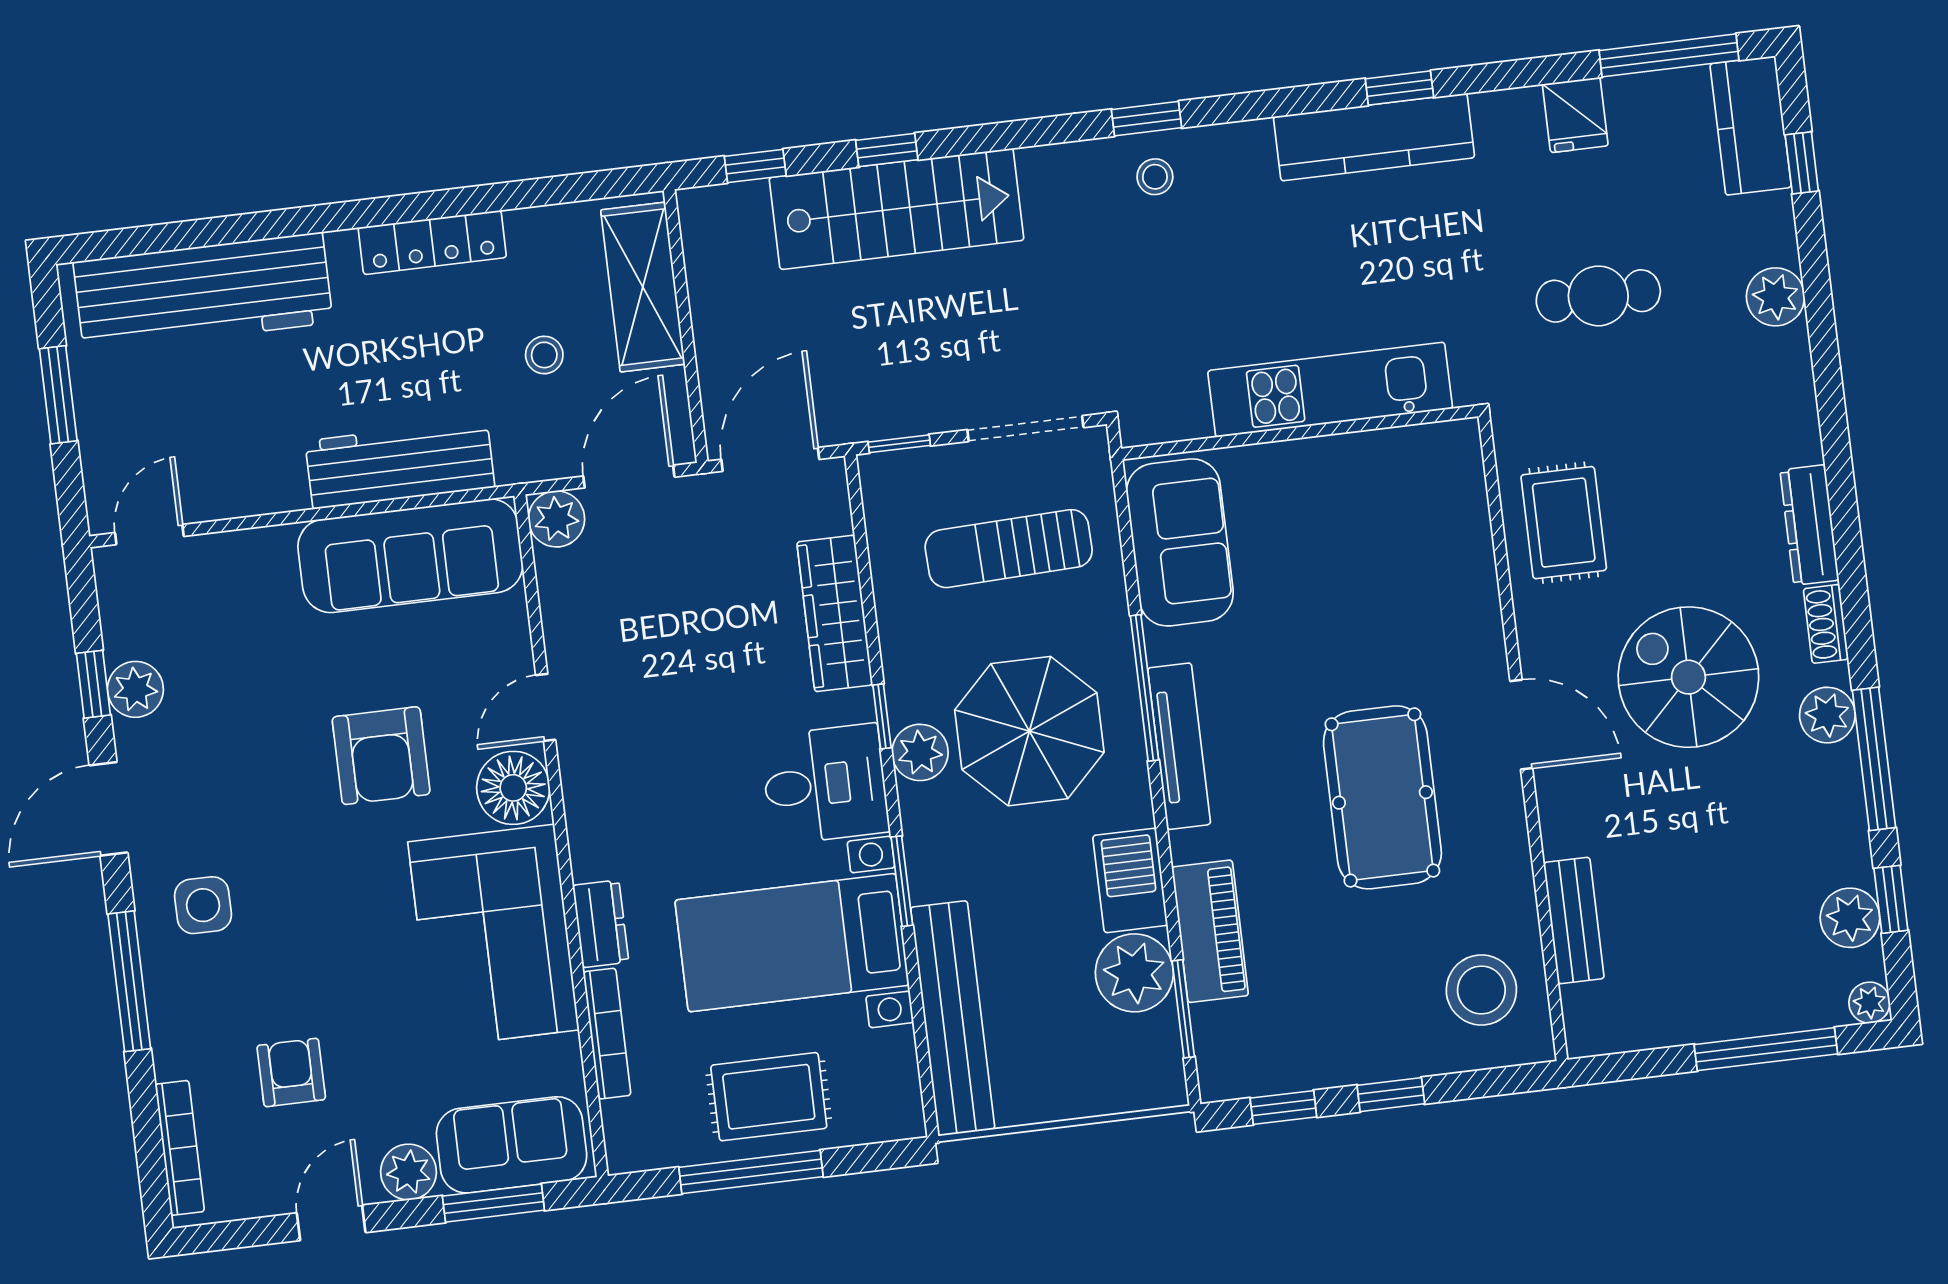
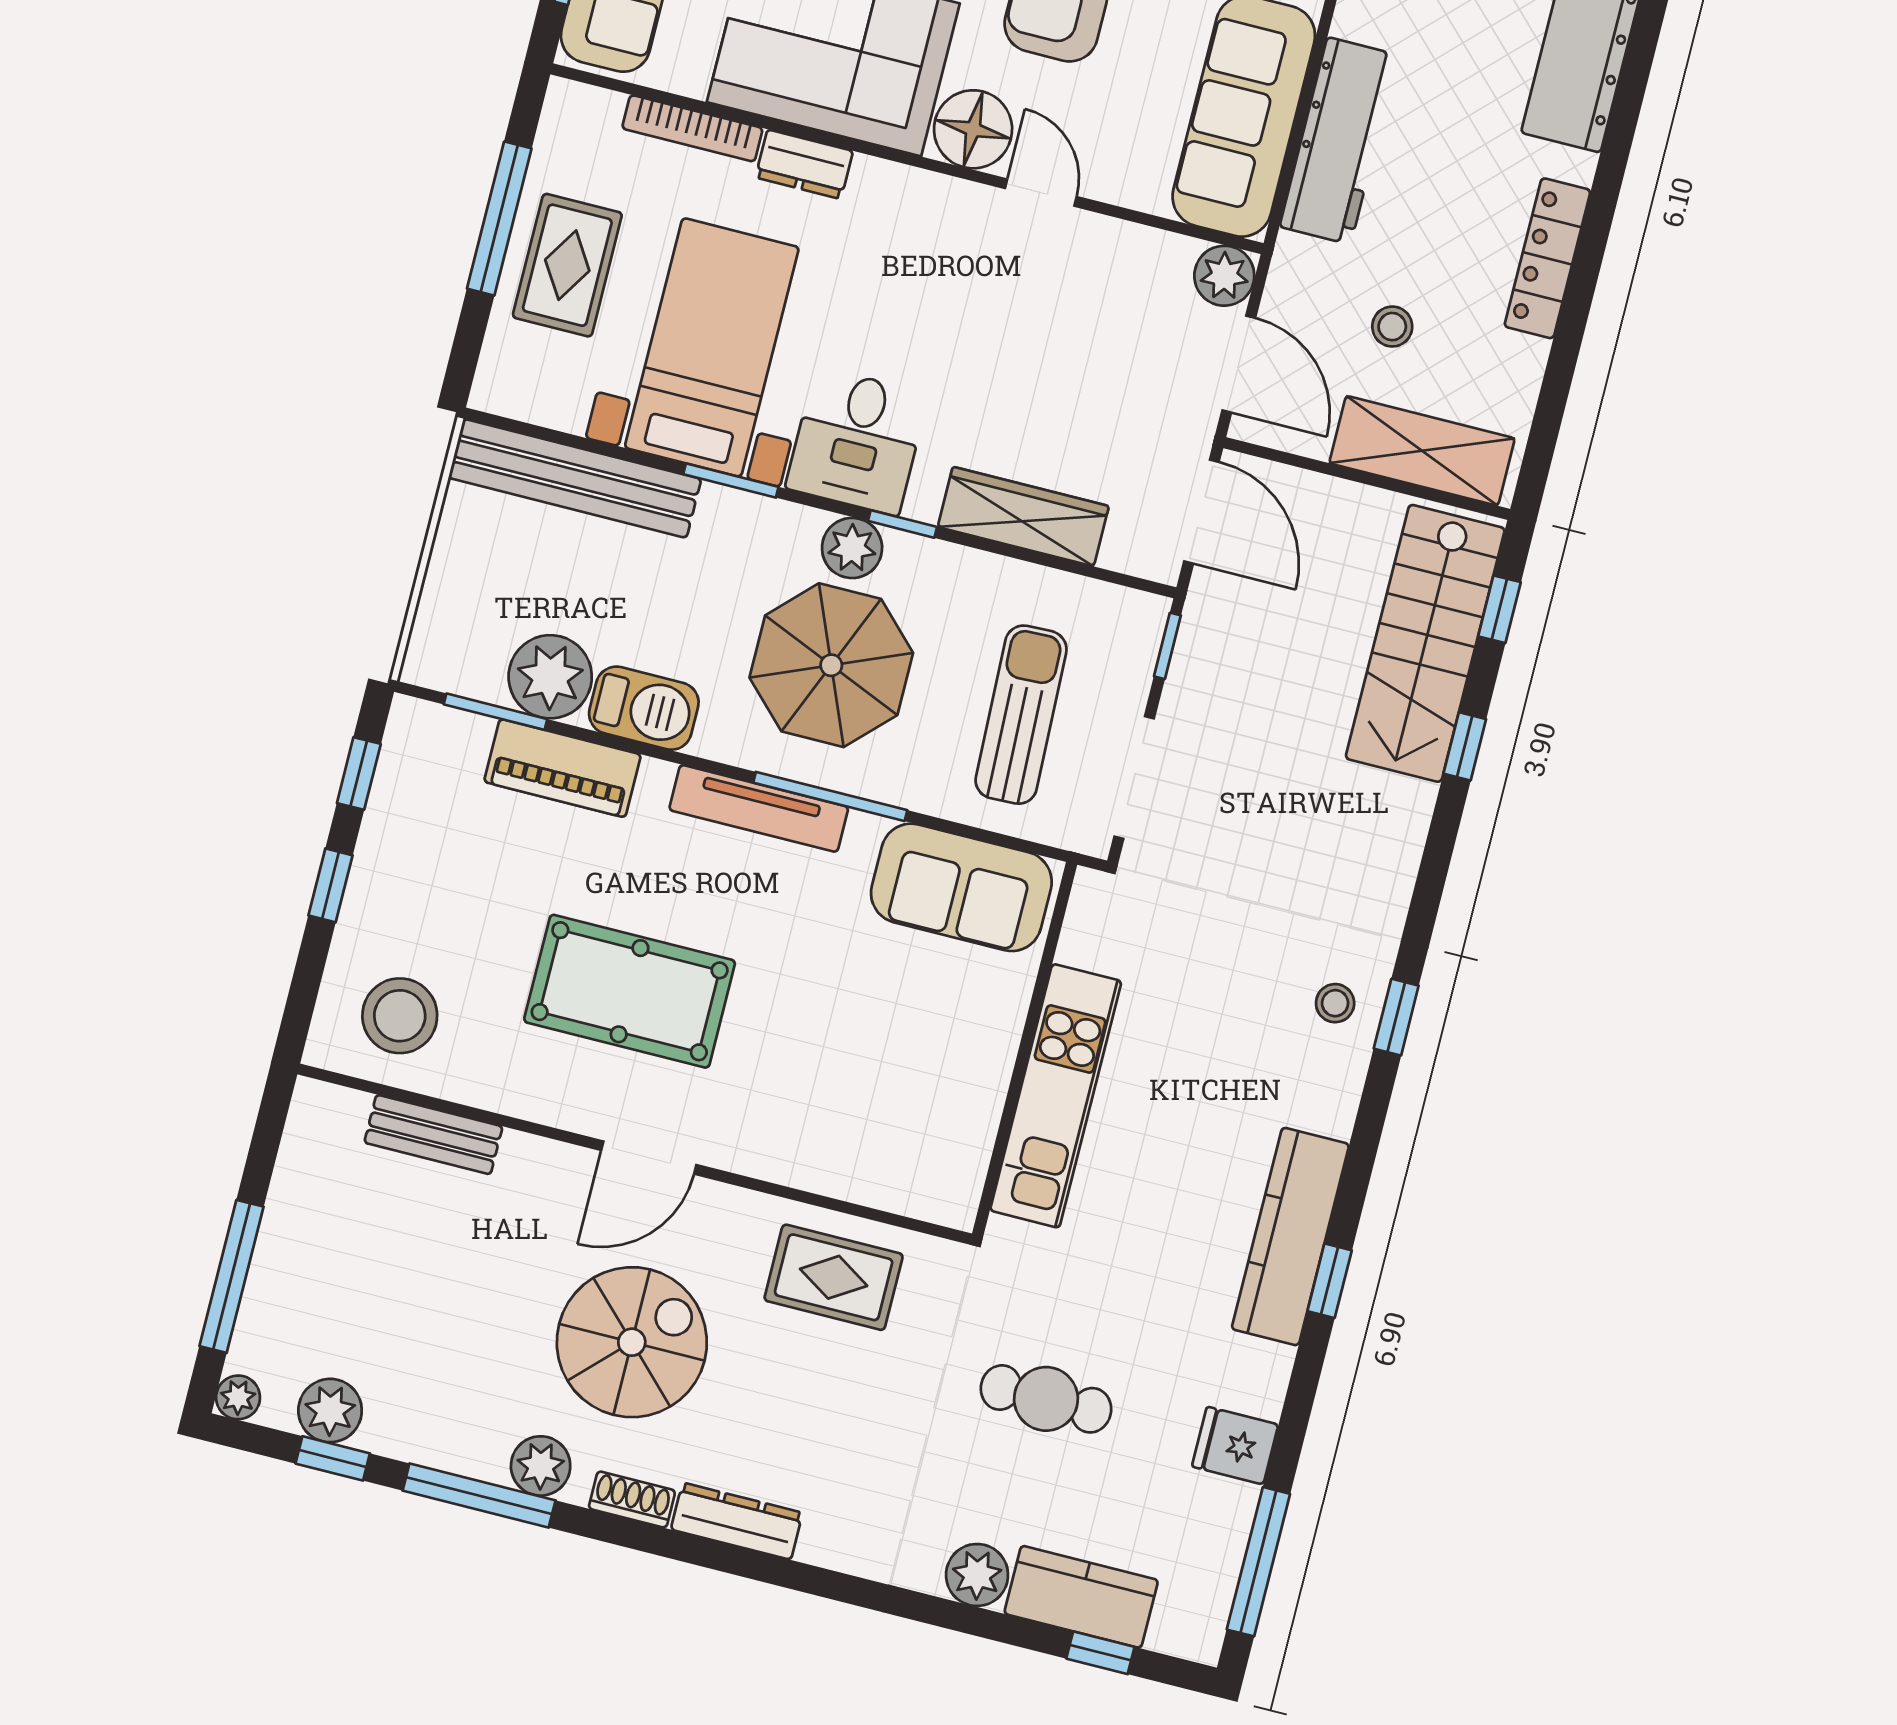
kitchen counter: (1751, 126) -> (1081, 1597), moved
stairs: (897, 209) -> (1425, 643), moved
cafe table: (1598, 296) -> (1046, 1399), turned 90

